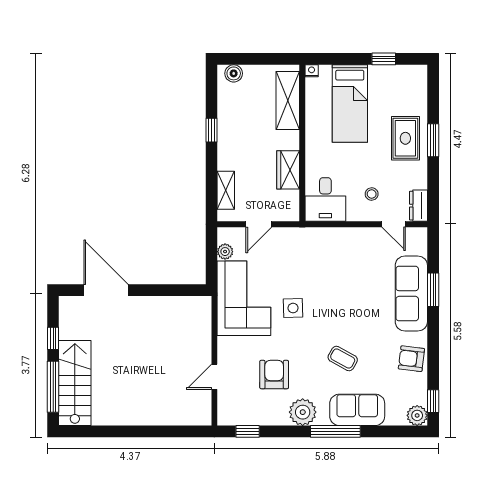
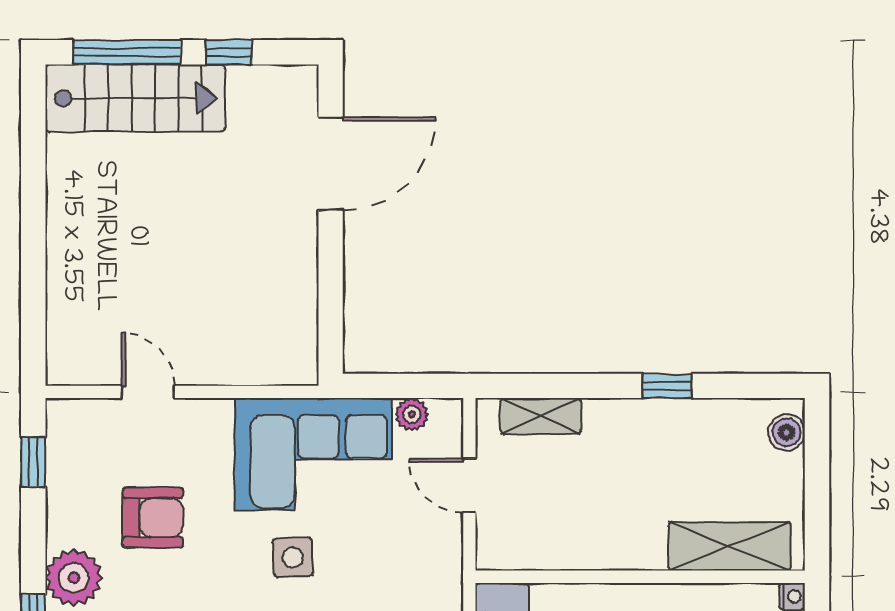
wardrobe: (288, 170) -> (584, 547), removed

